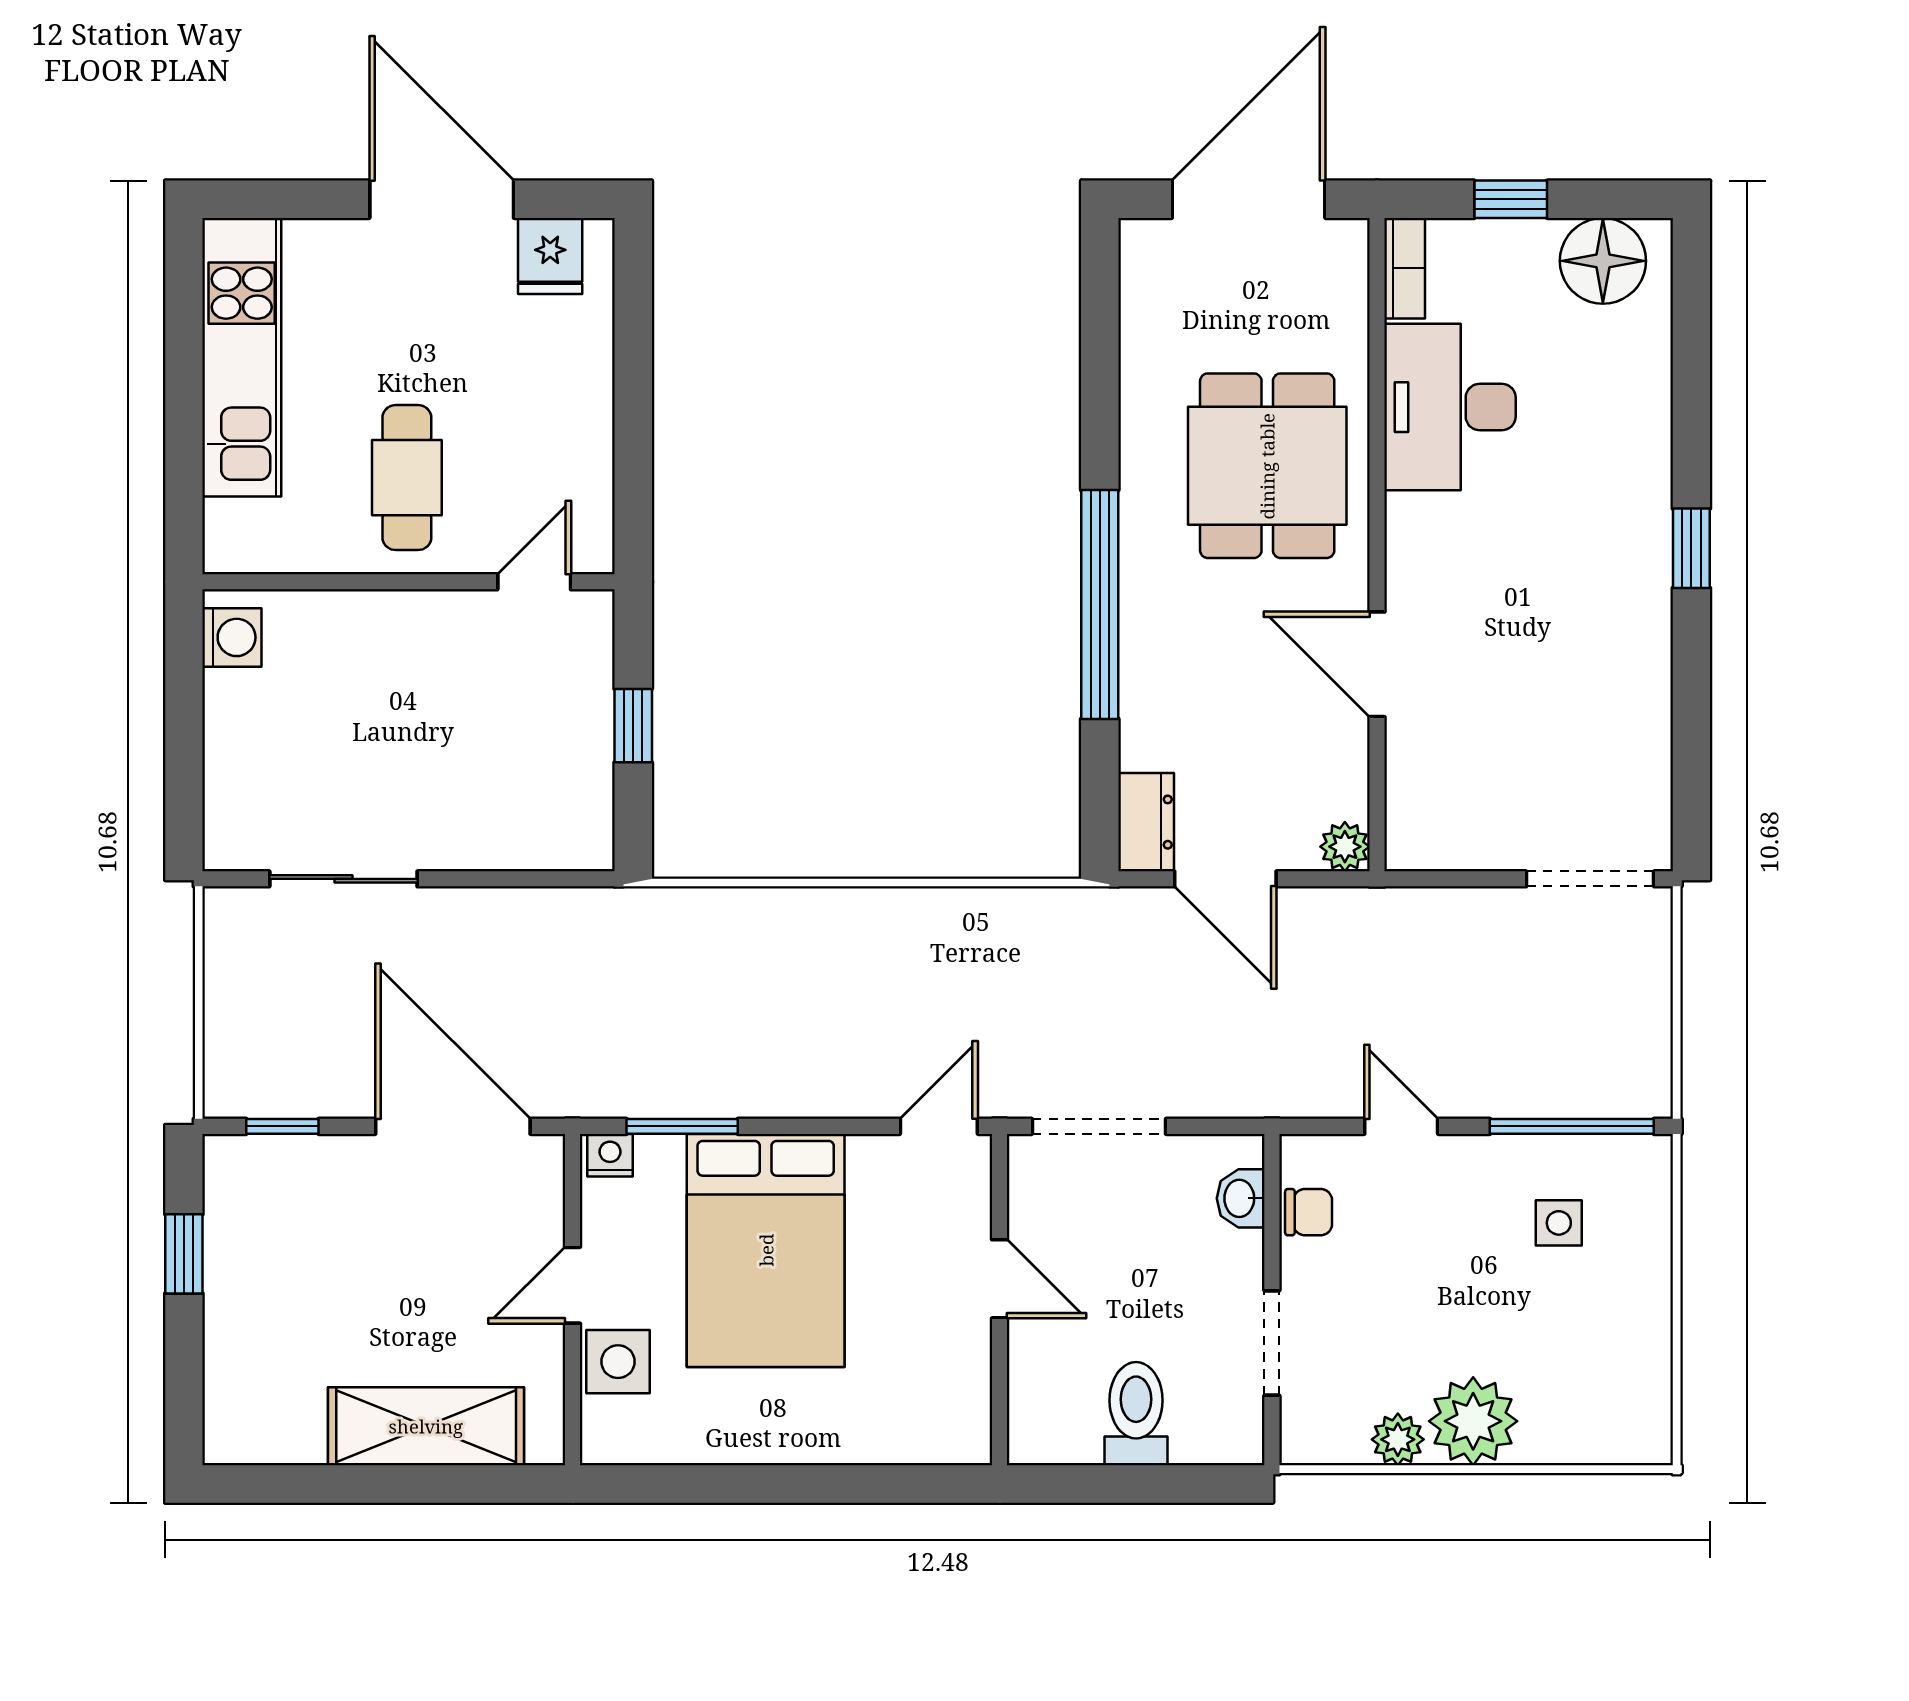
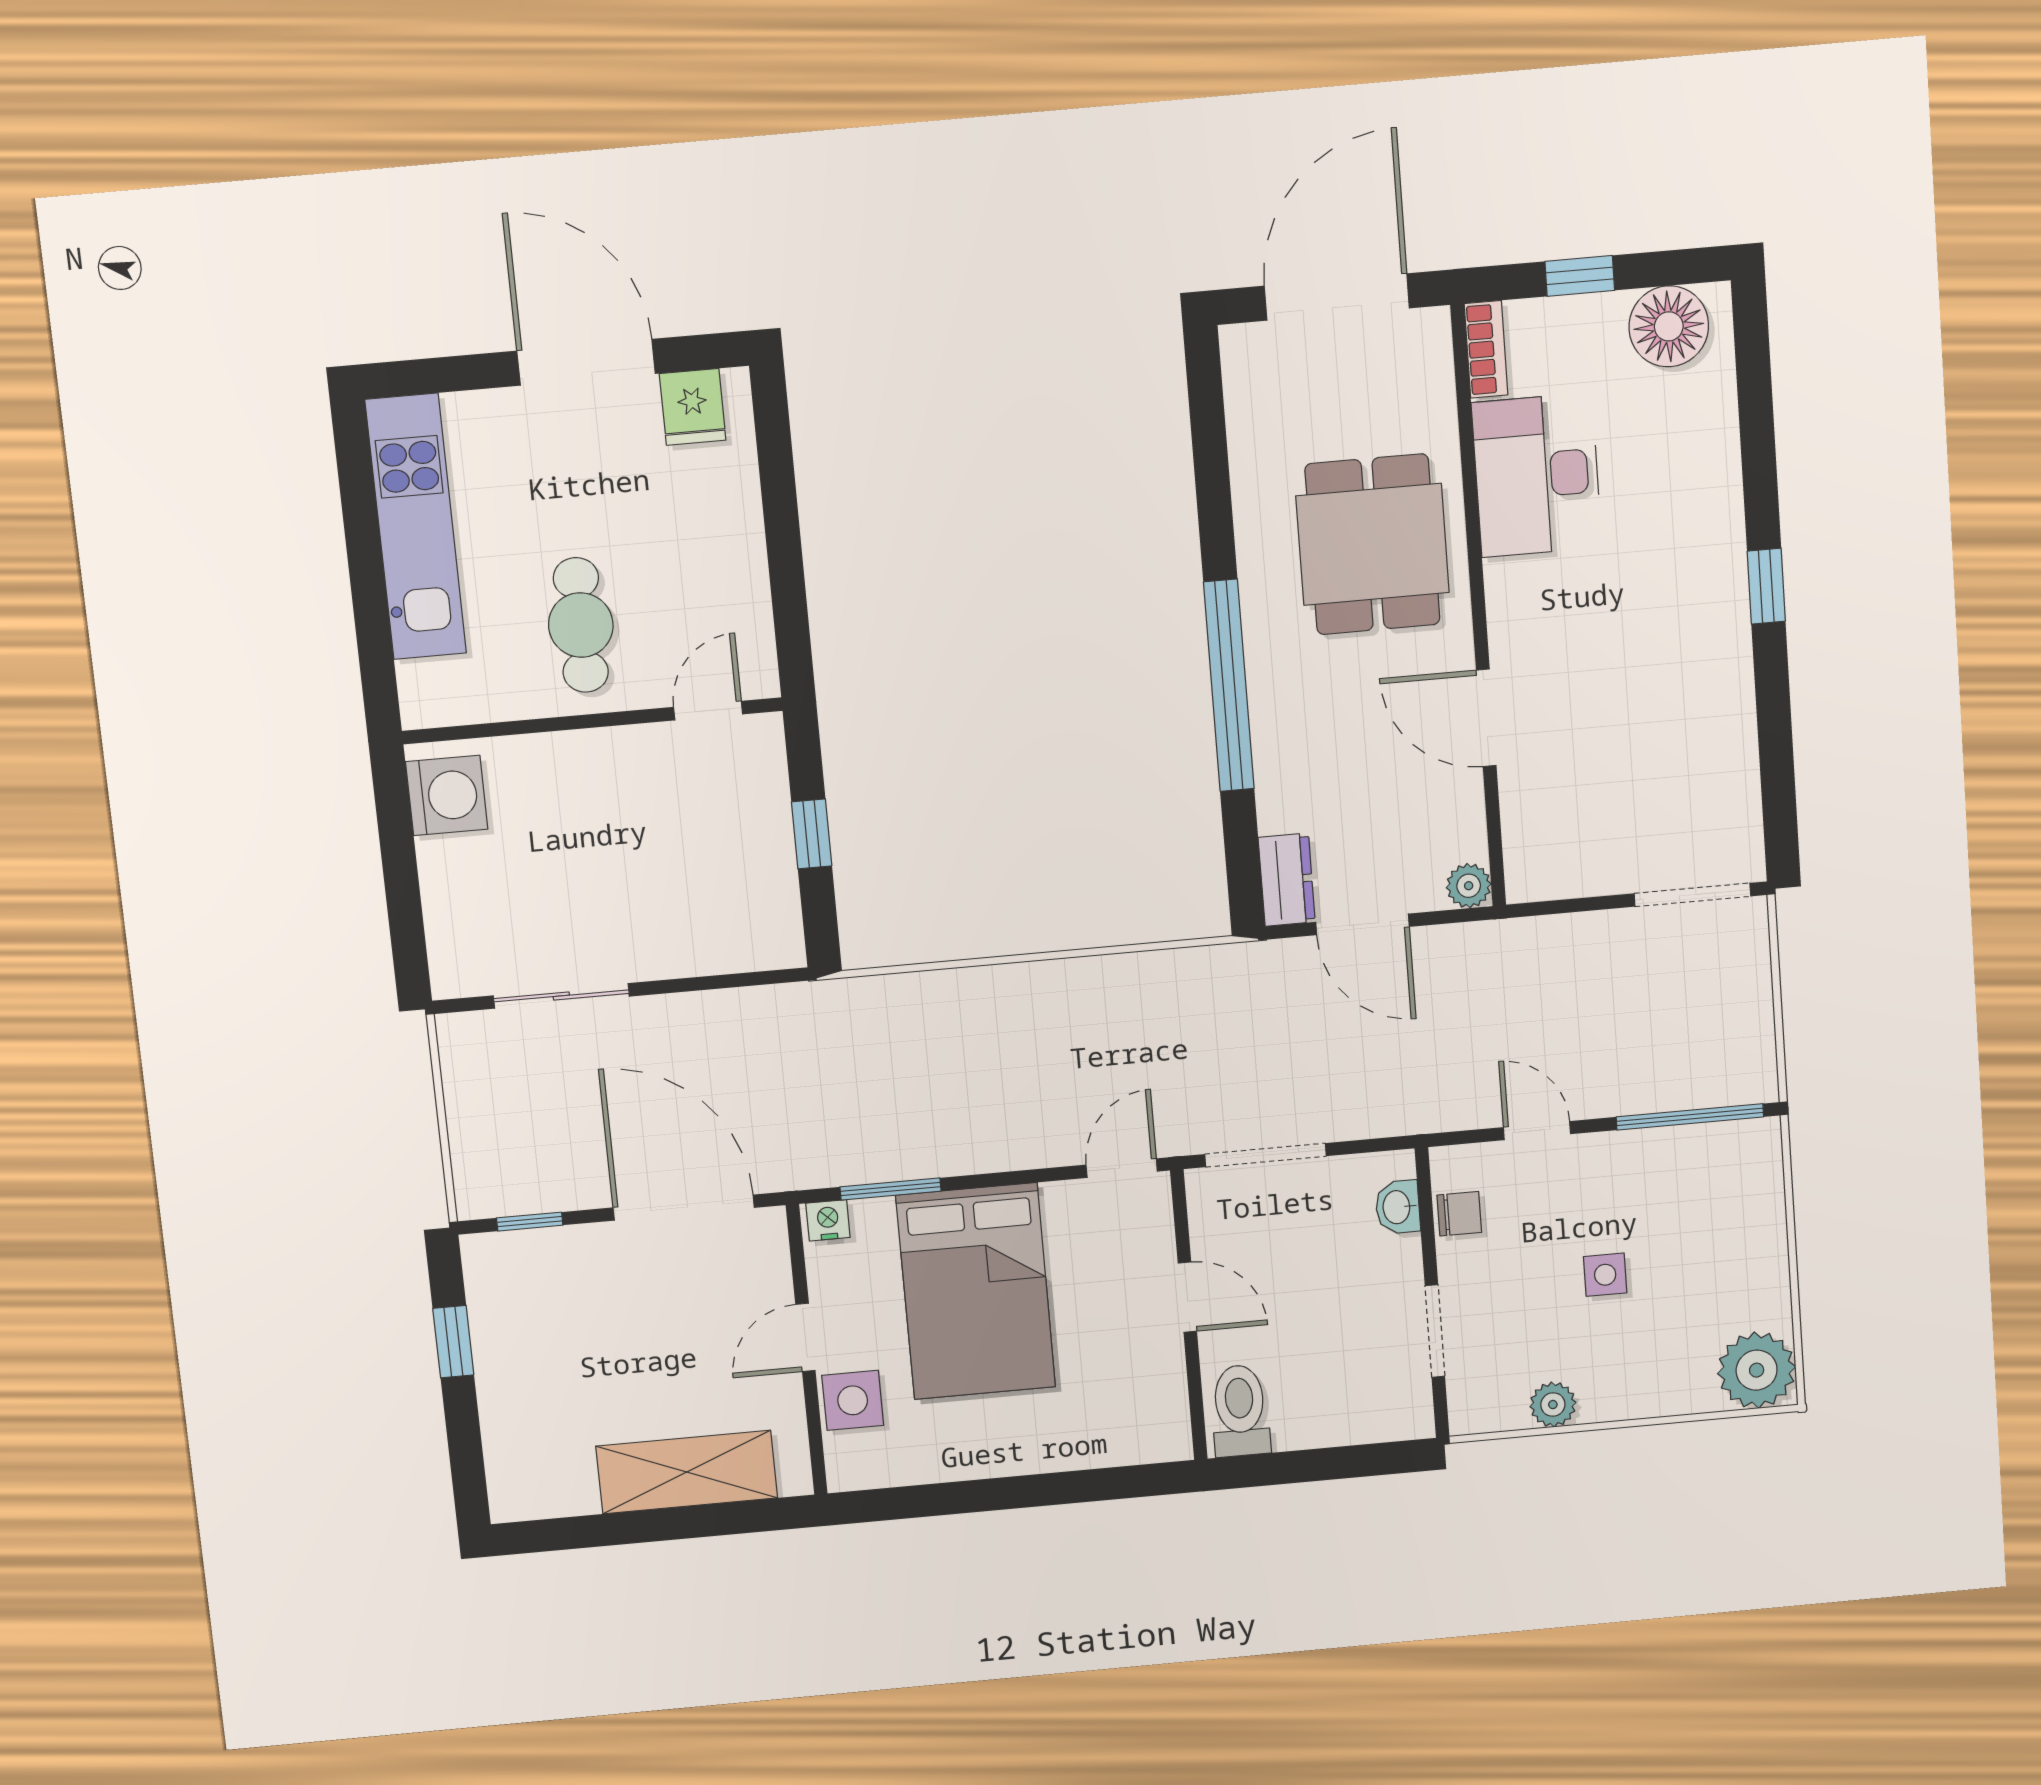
washing machine: (232, 637) -> (447, 795), width x1.38, depth x1.38
side table: (1559, 1223) -> (1605, 1275), moved
toilet: (1136, 1414) -> (1240, 1411), moved
plant: (1473, 1421) -> (1757, 1370), moved

